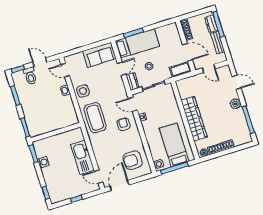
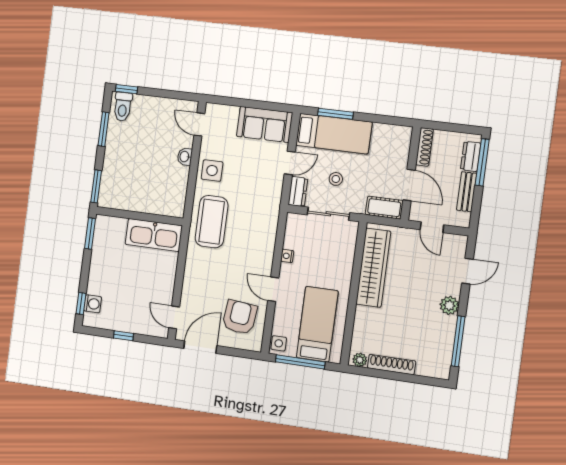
door: (40, 62) -> (166, 94), removed
toilet: (30, 76) -> (123, 107), moved
door: (237, 82) -> (468, 271), hinge flipped
door: (133, 104) -> (273, 289), moved
wardrobe: (194, 119) -> (373, 268), moved
armchair: (124, 124) -> (252, 253), removed
kitchen sink: (82, 157) -> (154, 235), moved, turned -90
armchair: (133, 160) -> (240, 317), turned 96
washing machine: (43, 162) -> (93, 304), moved

